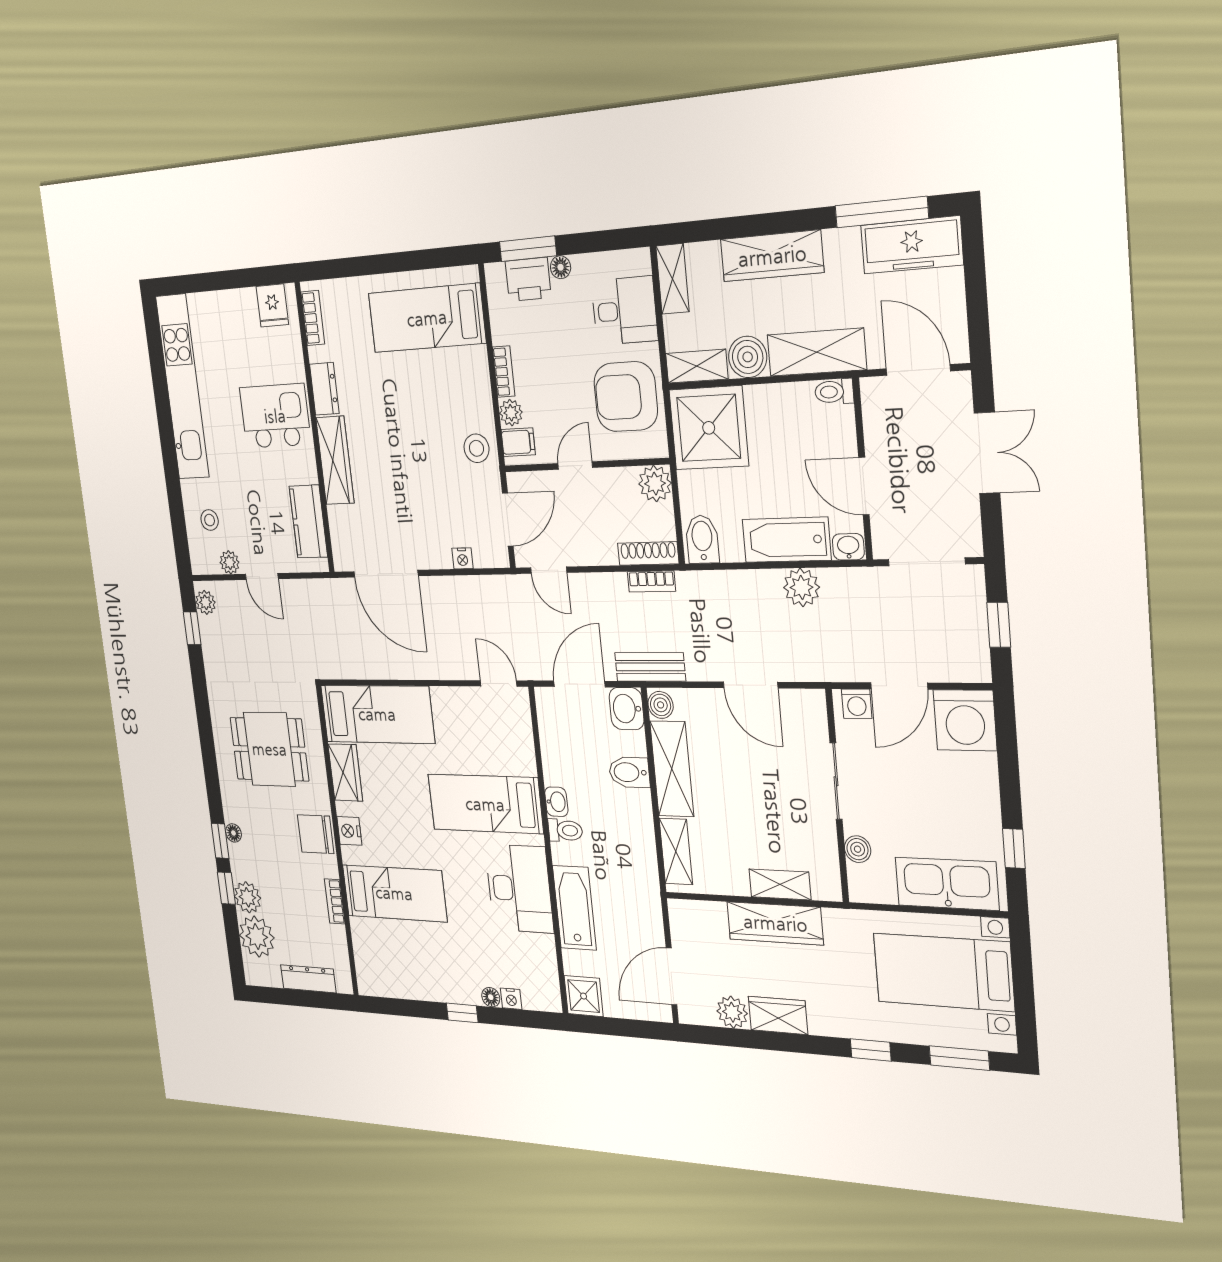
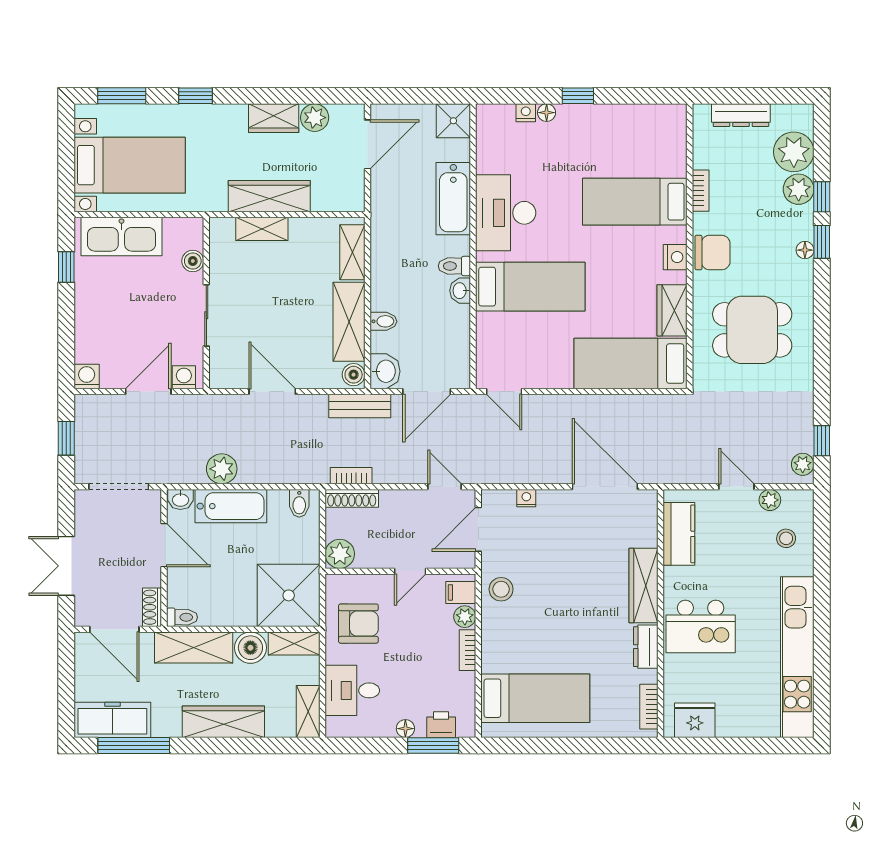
printer: (528, 279) -> (441, 725), width x0.73, depth x0.81
fridge: (272, 305) -> (695, 720), width x1.38
armchair: (626, 397) -> (358, 624), width x0.73, depth x0.73
shoe rack: (873, 403) -> (152, 607), added
bidet: (702, 539) -> (299, 503), width x0.72, depth x0.74
washing machine: (965, 720) -> (87, 377), width x0.53, depth x0.53
bidet: (629, 772) -> (383, 321), width x0.72, depth x0.74

